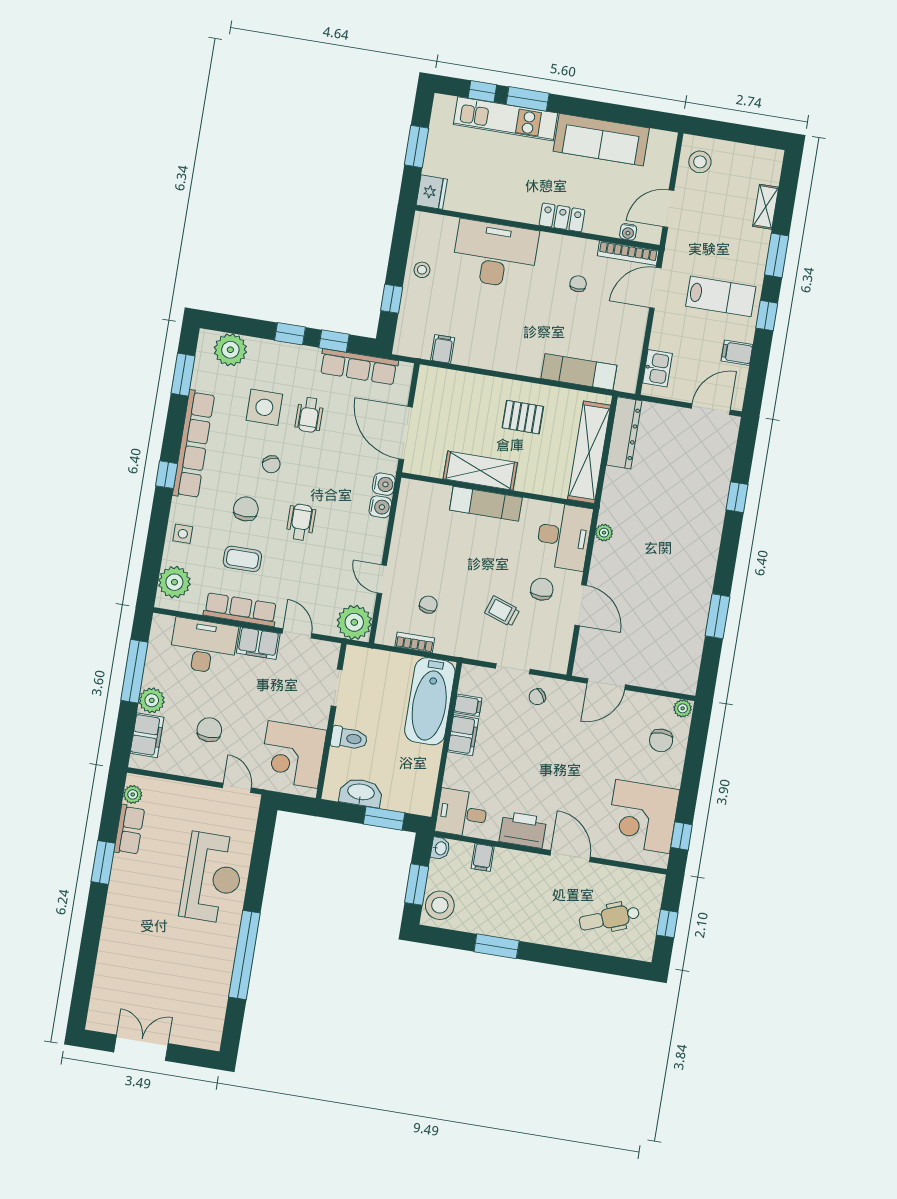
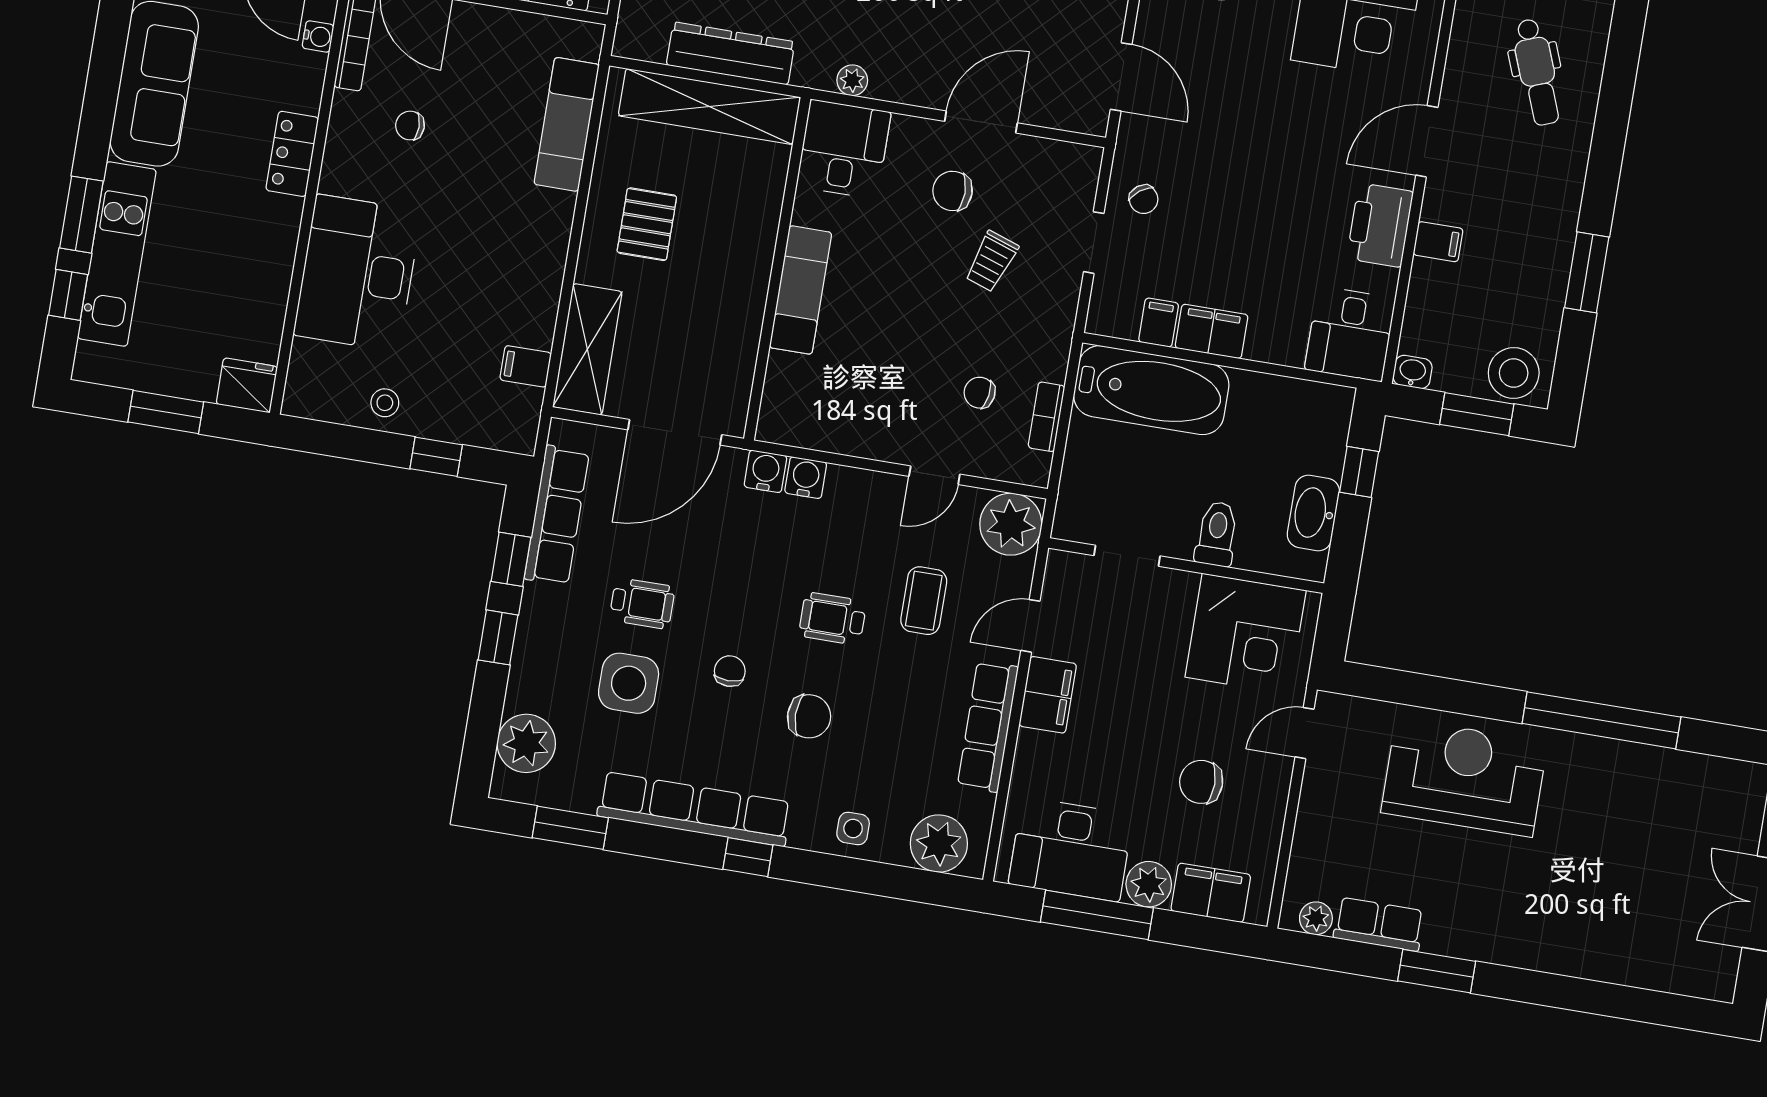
dresser: (624, 433) -> (731, 53), moved
chair: (271, 464) -> (730, 671), turned -66
shelving: (480, 471) -> (587, 349), moved
chair: (246, 509) -> (809, 716), turned 180
desk: (564, 536) -> (844, 149), width x0.73
coffee table: (242, 559) -> (924, 601), moved
desk: (203, 646) -> (1071, 849), moved, turned -90
window: (384, 818) -> (1359, 472), width x0.67
filing cabinet: (483, 857) -> (1438, 242), moved

